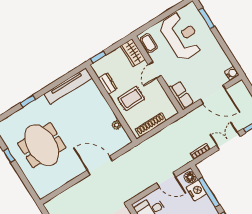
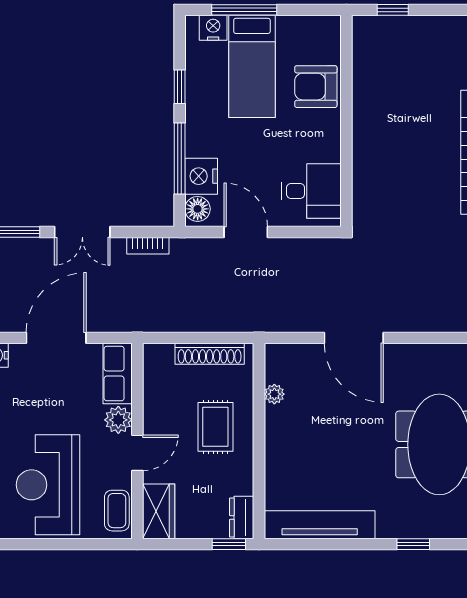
plant: (170, 78) -> (118, 420), added
dresser: (108, 83) -> (242, 517), moved
door: (213, 94) -> (56, 338), hinge flipped
rug: (131, 98) -> (215, 427), turned 90

